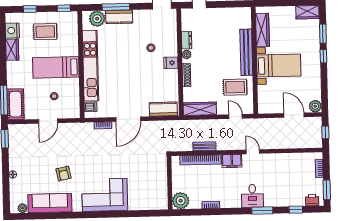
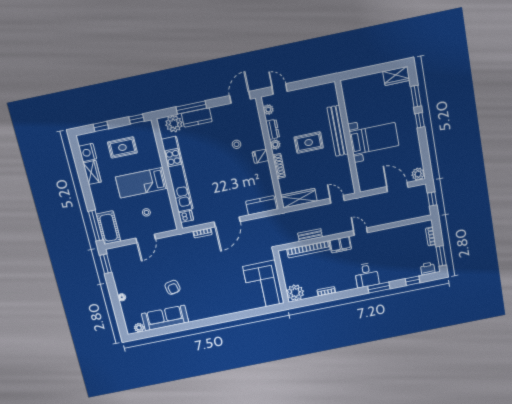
plant: (186, 21) -> (268, 110), added
wardrobe: (262, 30) -> (351, 104), removed
rug: (235, 87) -> (309, 142), moved
corner sofa: (105, 195) -> (263, 285), moved, turned -90

